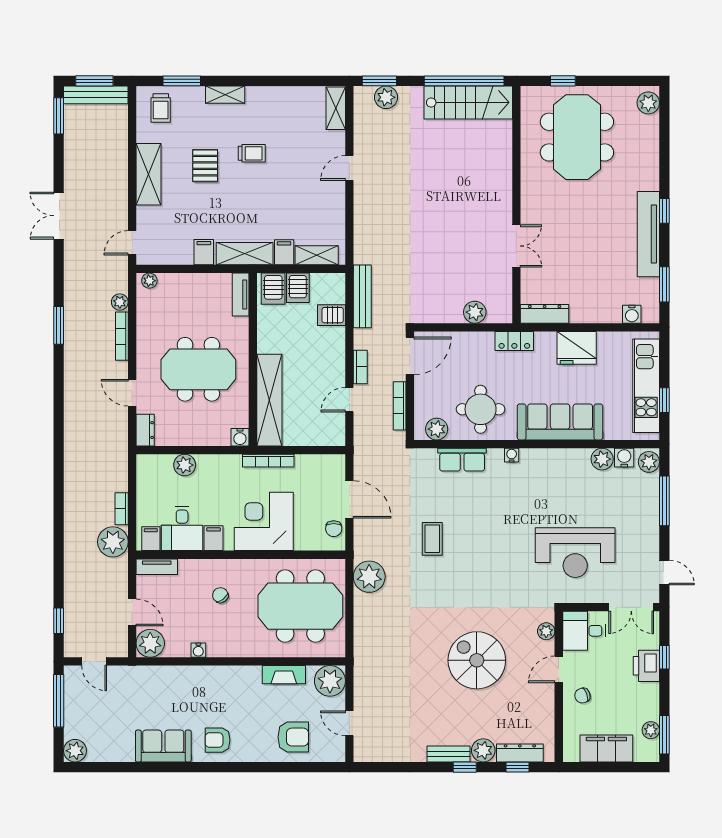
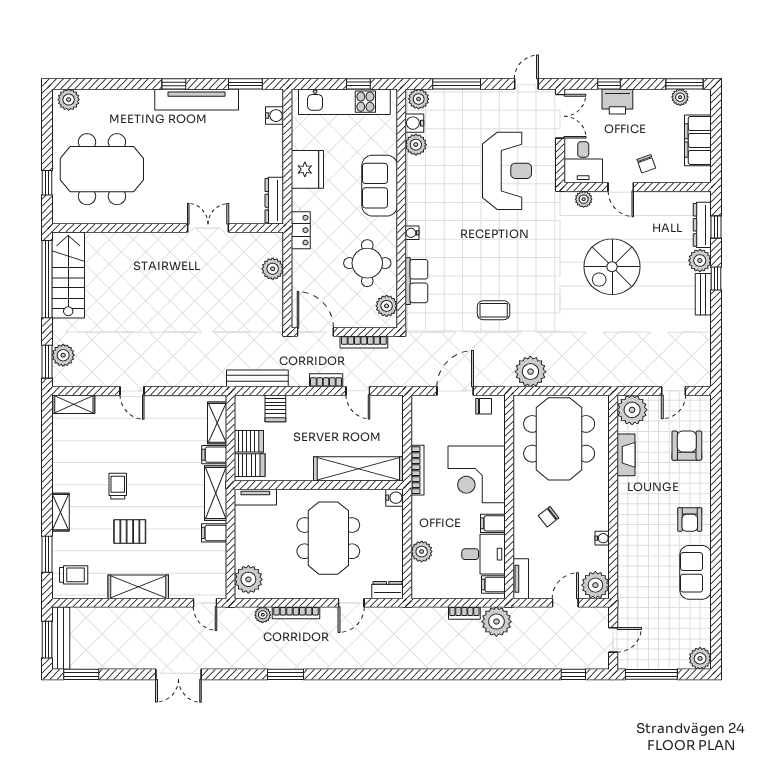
plant: (149, 281) -> (248, 579), width x1.87, depth x1.87
sofa: (560, 422) -> (380, 186), width x0.73

